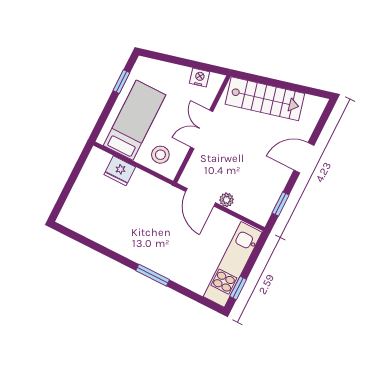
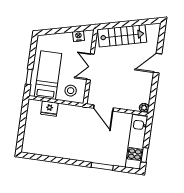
window: (121, 82) -> (29, 77), moved
plant: (227, 200) -> (144, 108), moved
window: (281, 204) -> (153, 96), removed
window: (153, 275) -> (102, 166), moved

